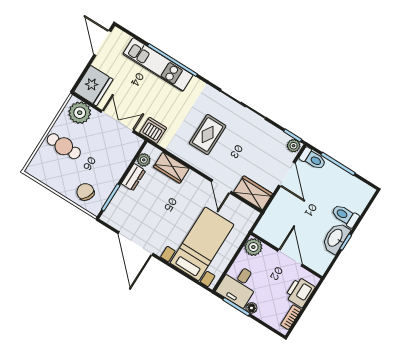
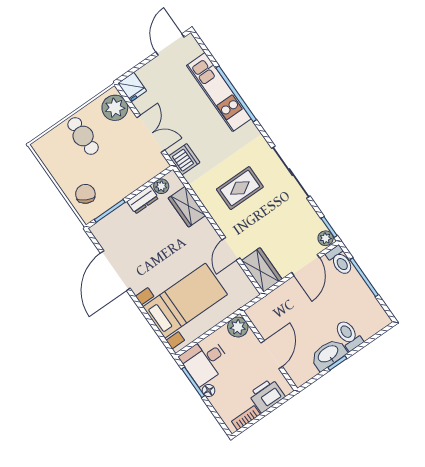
fridge: (93, 86) -> (132, 87), width x0.53, depth x0.75

